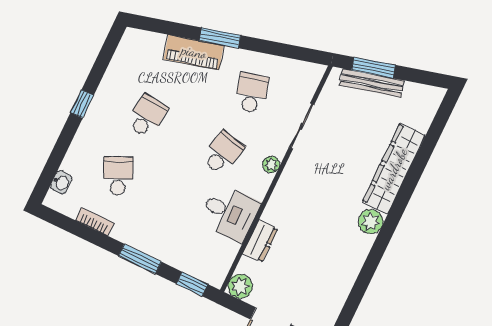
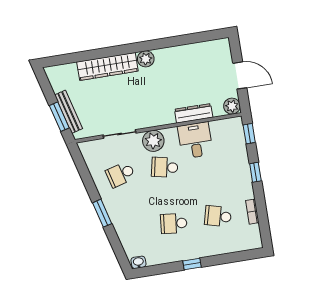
piano: (194, 52) -> (120, 222), removed
plant: (271, 165) -> (153, 141), width x1.87, depth x1.87
school desk: (118, 176) -> (218, 216), turned 39
washbasin: (61, 182) -> (138, 262), moved
dresser: (260, 241) -> (194, 113), width x1.44
window: (140, 259) -> (255, 172), width x0.67

